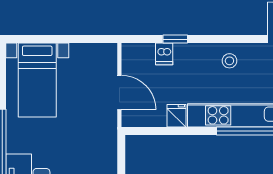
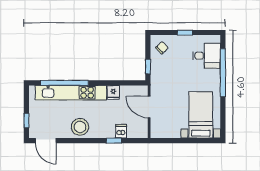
stool: (229, 61) -> (80, 127), width x1.89, depth x1.89
window: (121, 157) -> (148, 67), added

